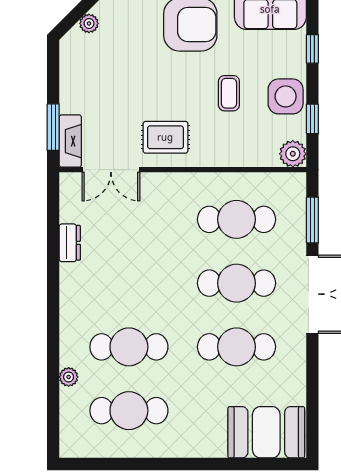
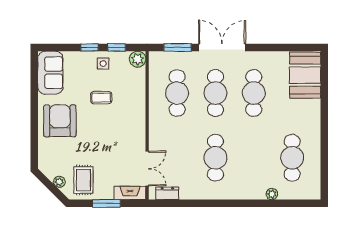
window: (312, 49) -> (89, 47), moved
side table: (286, 96) -> (103, 64), width x0.54, depth x0.54
window: (53, 127) -> (106, 203), moved
rug: (165, 137) -> (83, 180), moved
dresser: (70, 243) -> (167, 193), moved
cafe table: (129, 347) -> (215, 158), moved

